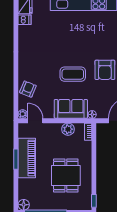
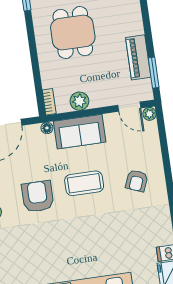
armchair: (28, 89) -> (137, 181), moved
piano: (27, 158) -> (138, 57), width x0.73, depth x0.75
window: (16, 159) -> (154, 73), moved

